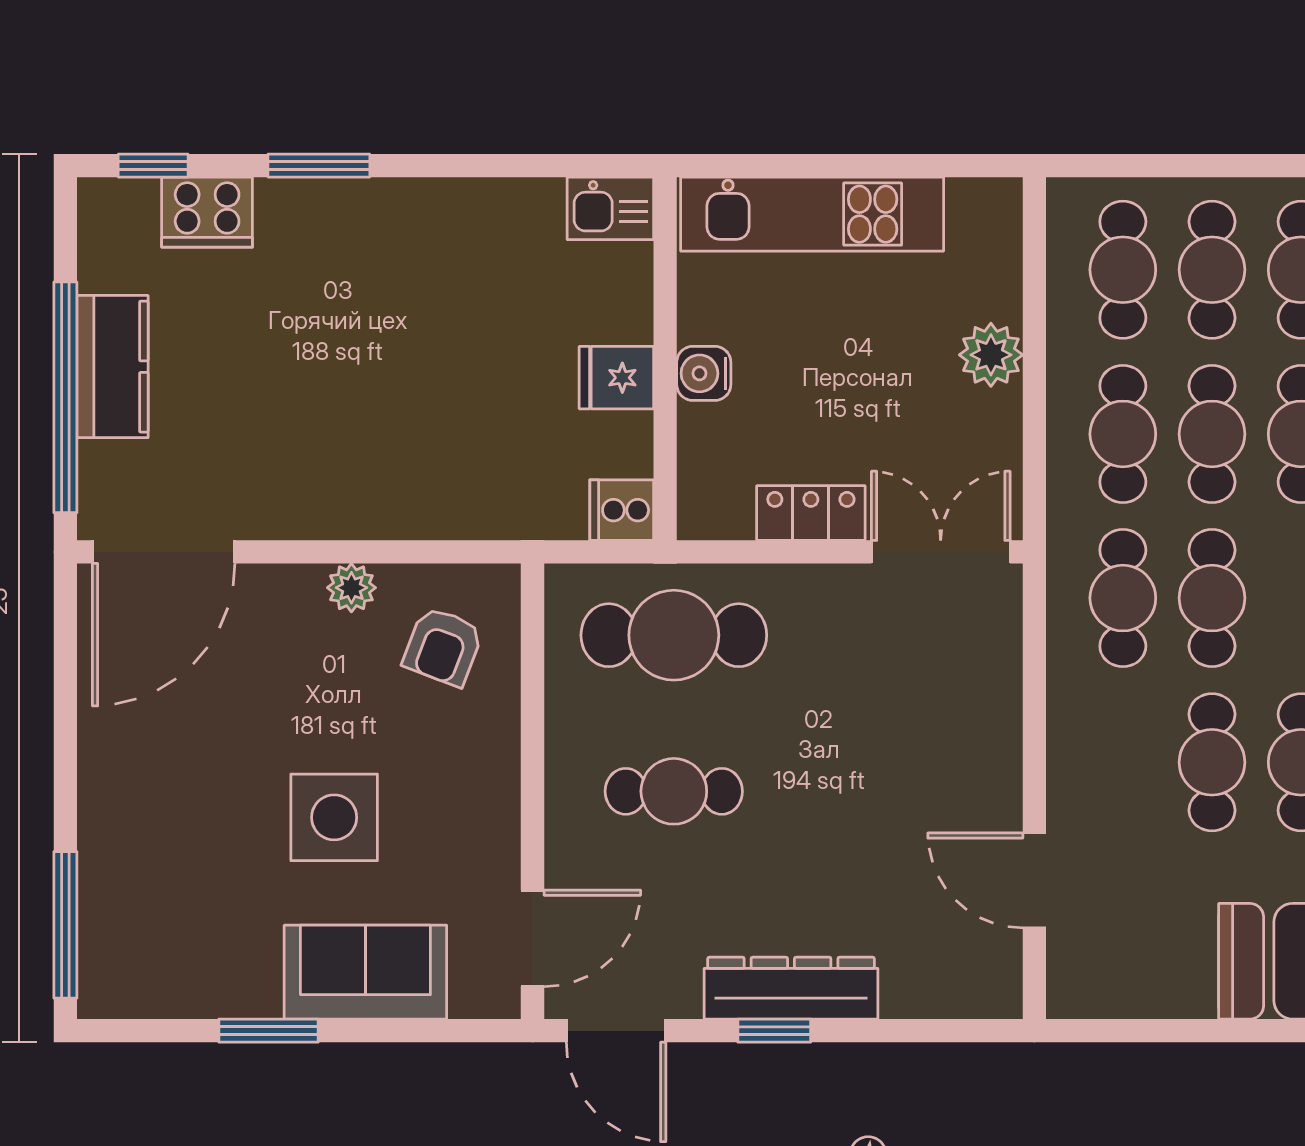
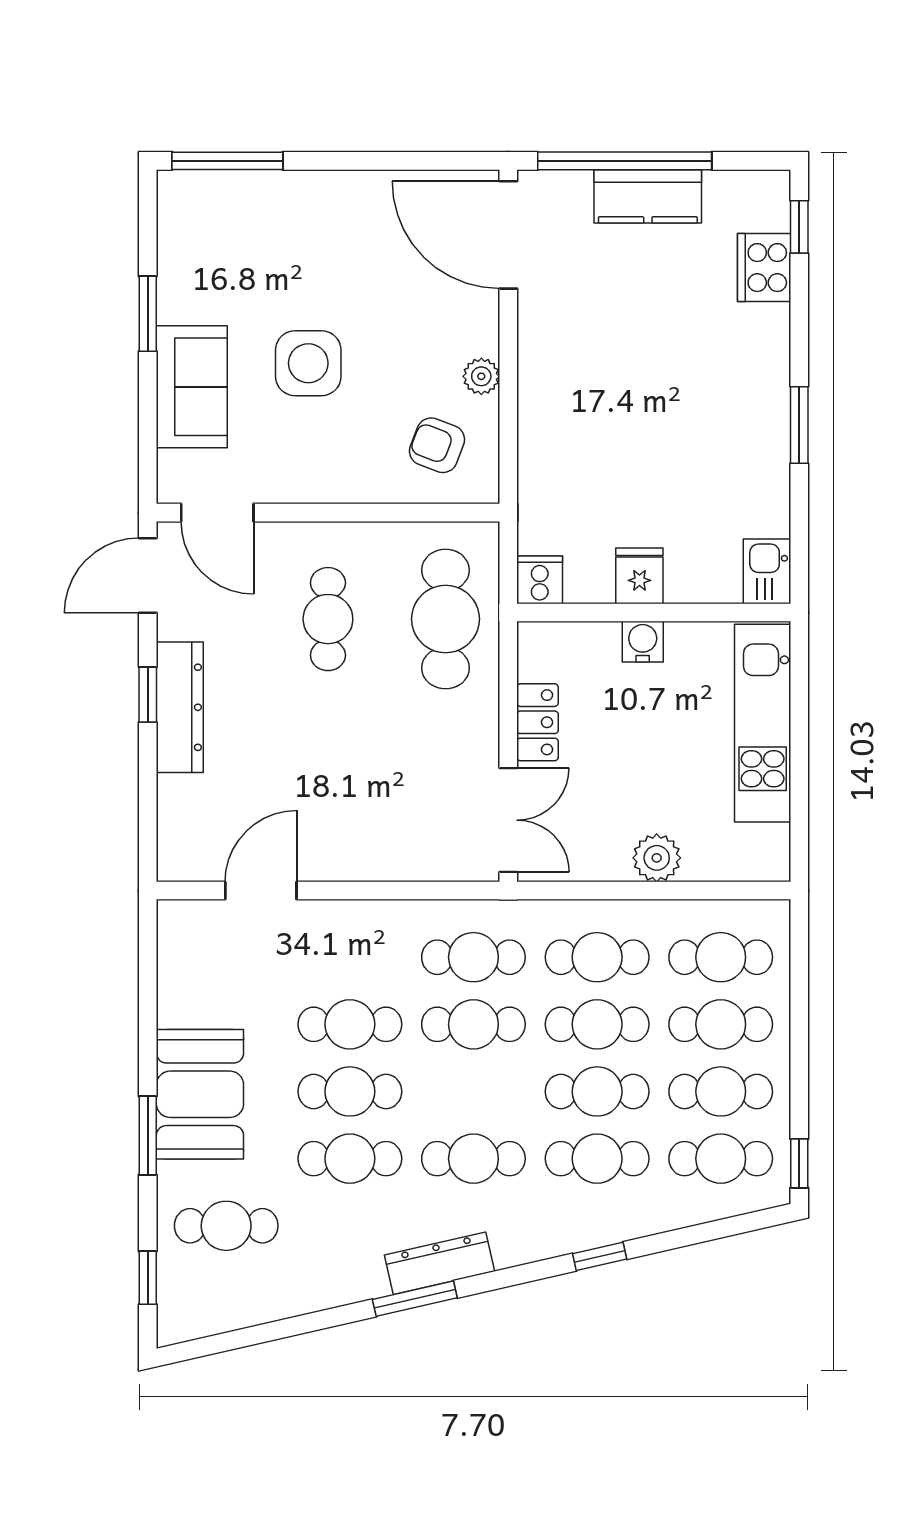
window: (319, 166) -> (799, 425), moved

